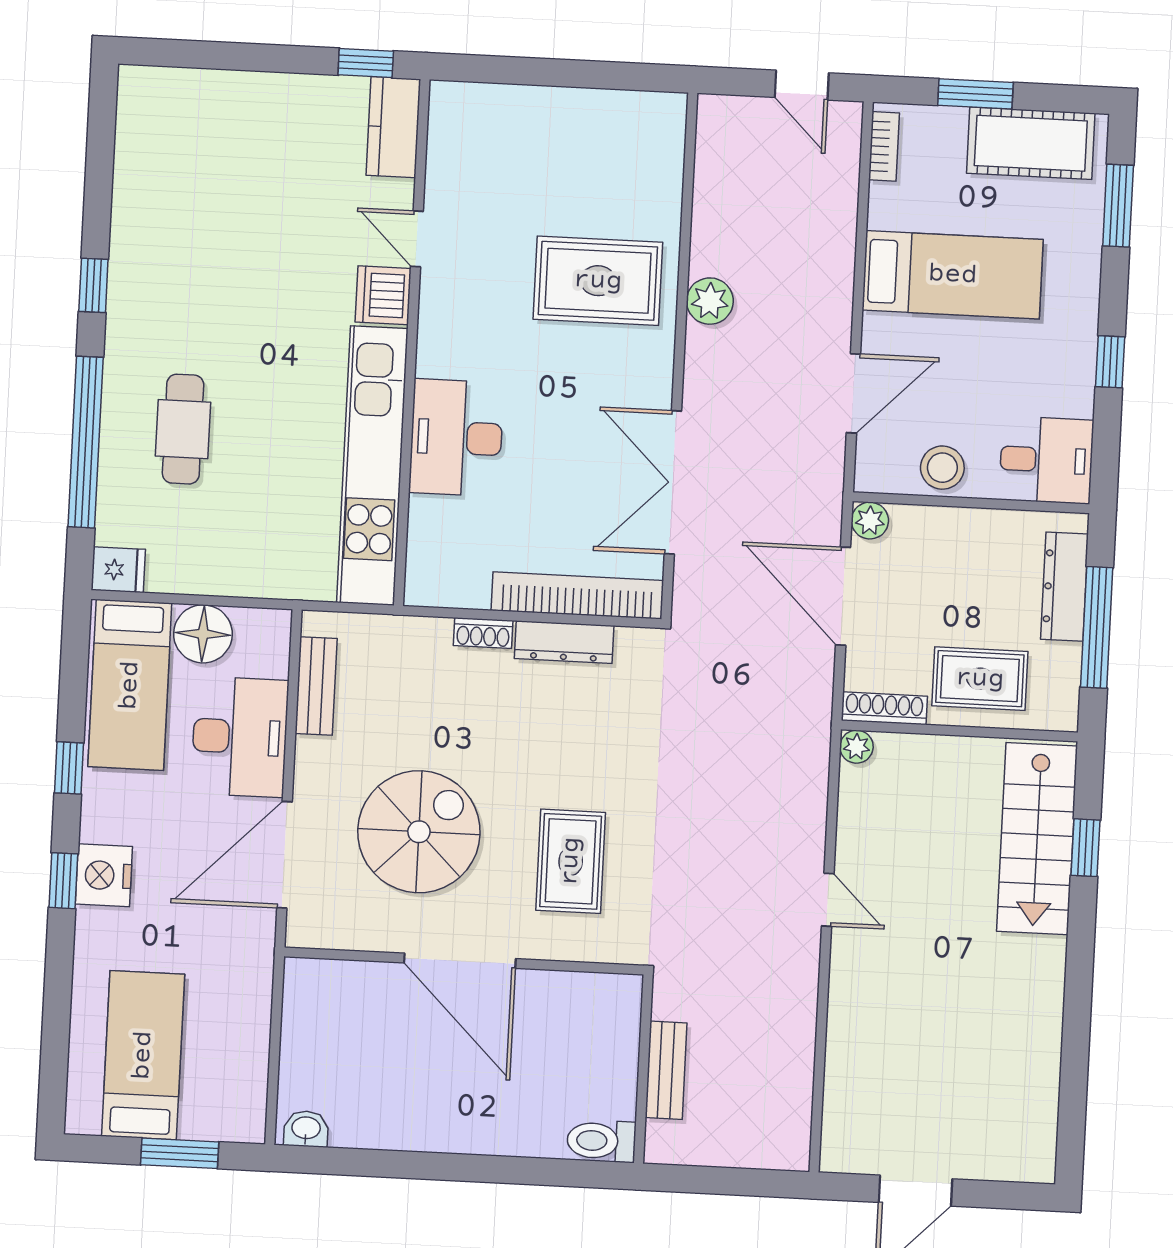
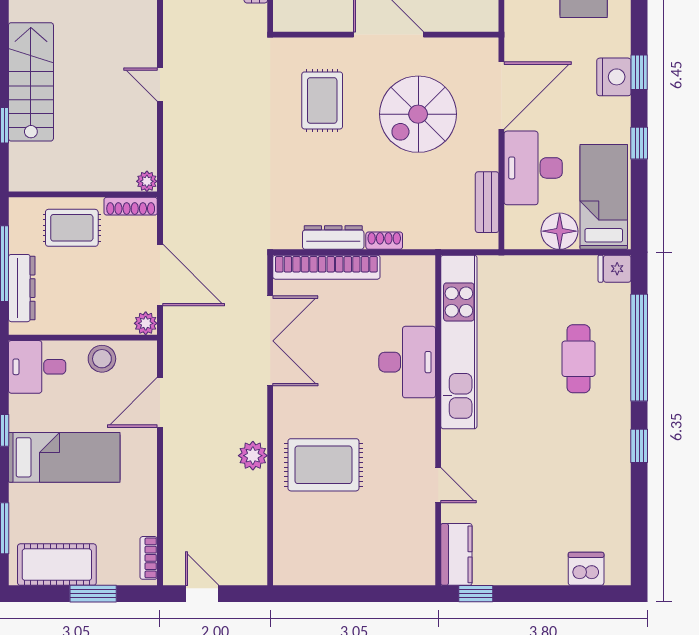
bed: (953, 275) -> (64, 457), moved, turned 180
dishwasher: (383, 295) -> (586, 569), moved, turned -90
stairs: (1037, 839) -> (31, 82), moved

